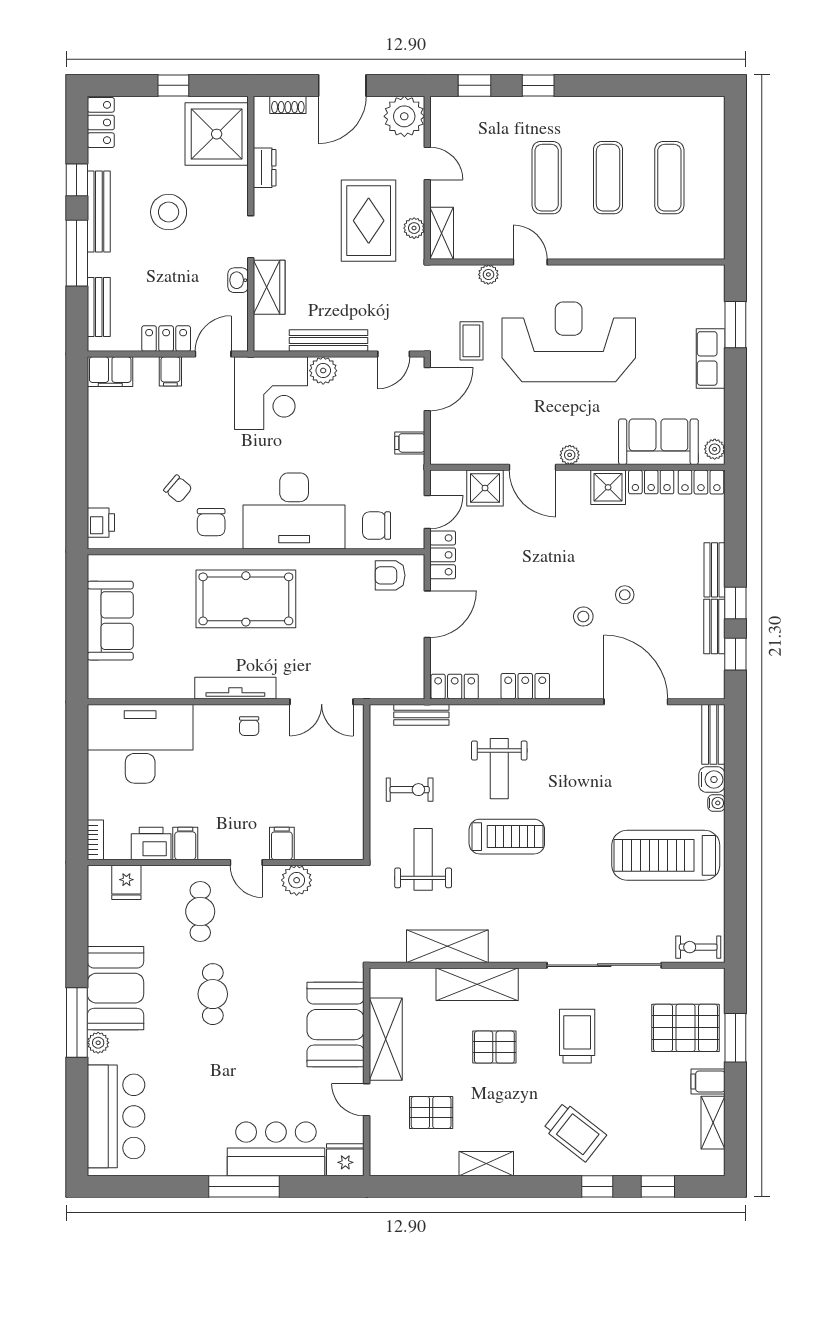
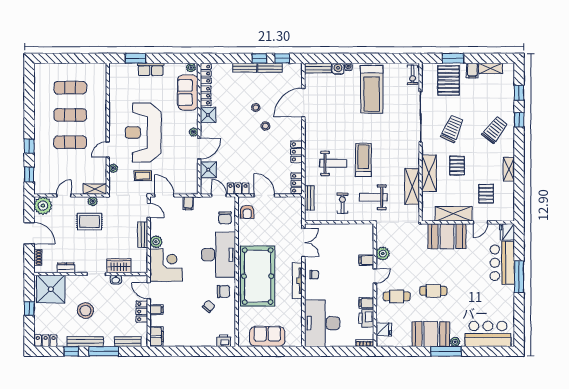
rug: (369, 221) -> (89, 222), width x0.73, depth x0.70
bench: (329, 341) -> (143, 235), width x0.73
pool table: (246, 599) -> (258, 276), width x1.36, depth x1.32
trolley: (577, 1036) -> (452, 129), turned 114

